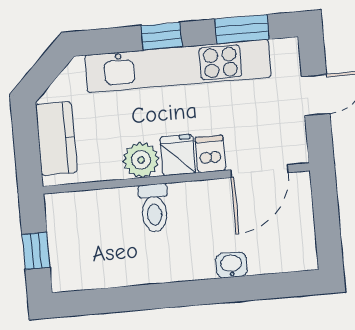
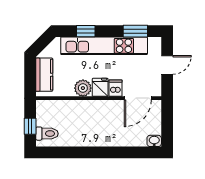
window: (162, 36) -> (86, 31), moved
toilet: (154, 208) -> (47, 134), moved, turned -90
washbasin: (231, 265) -> (154, 141), moved

